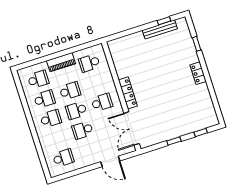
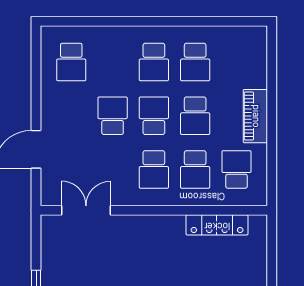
school desk: (38, 79) -> (195, 169), moved
locker: (128, 93) -> (217, 225), moved
double door: (132, 128) -> (86, 210), width x0.73

